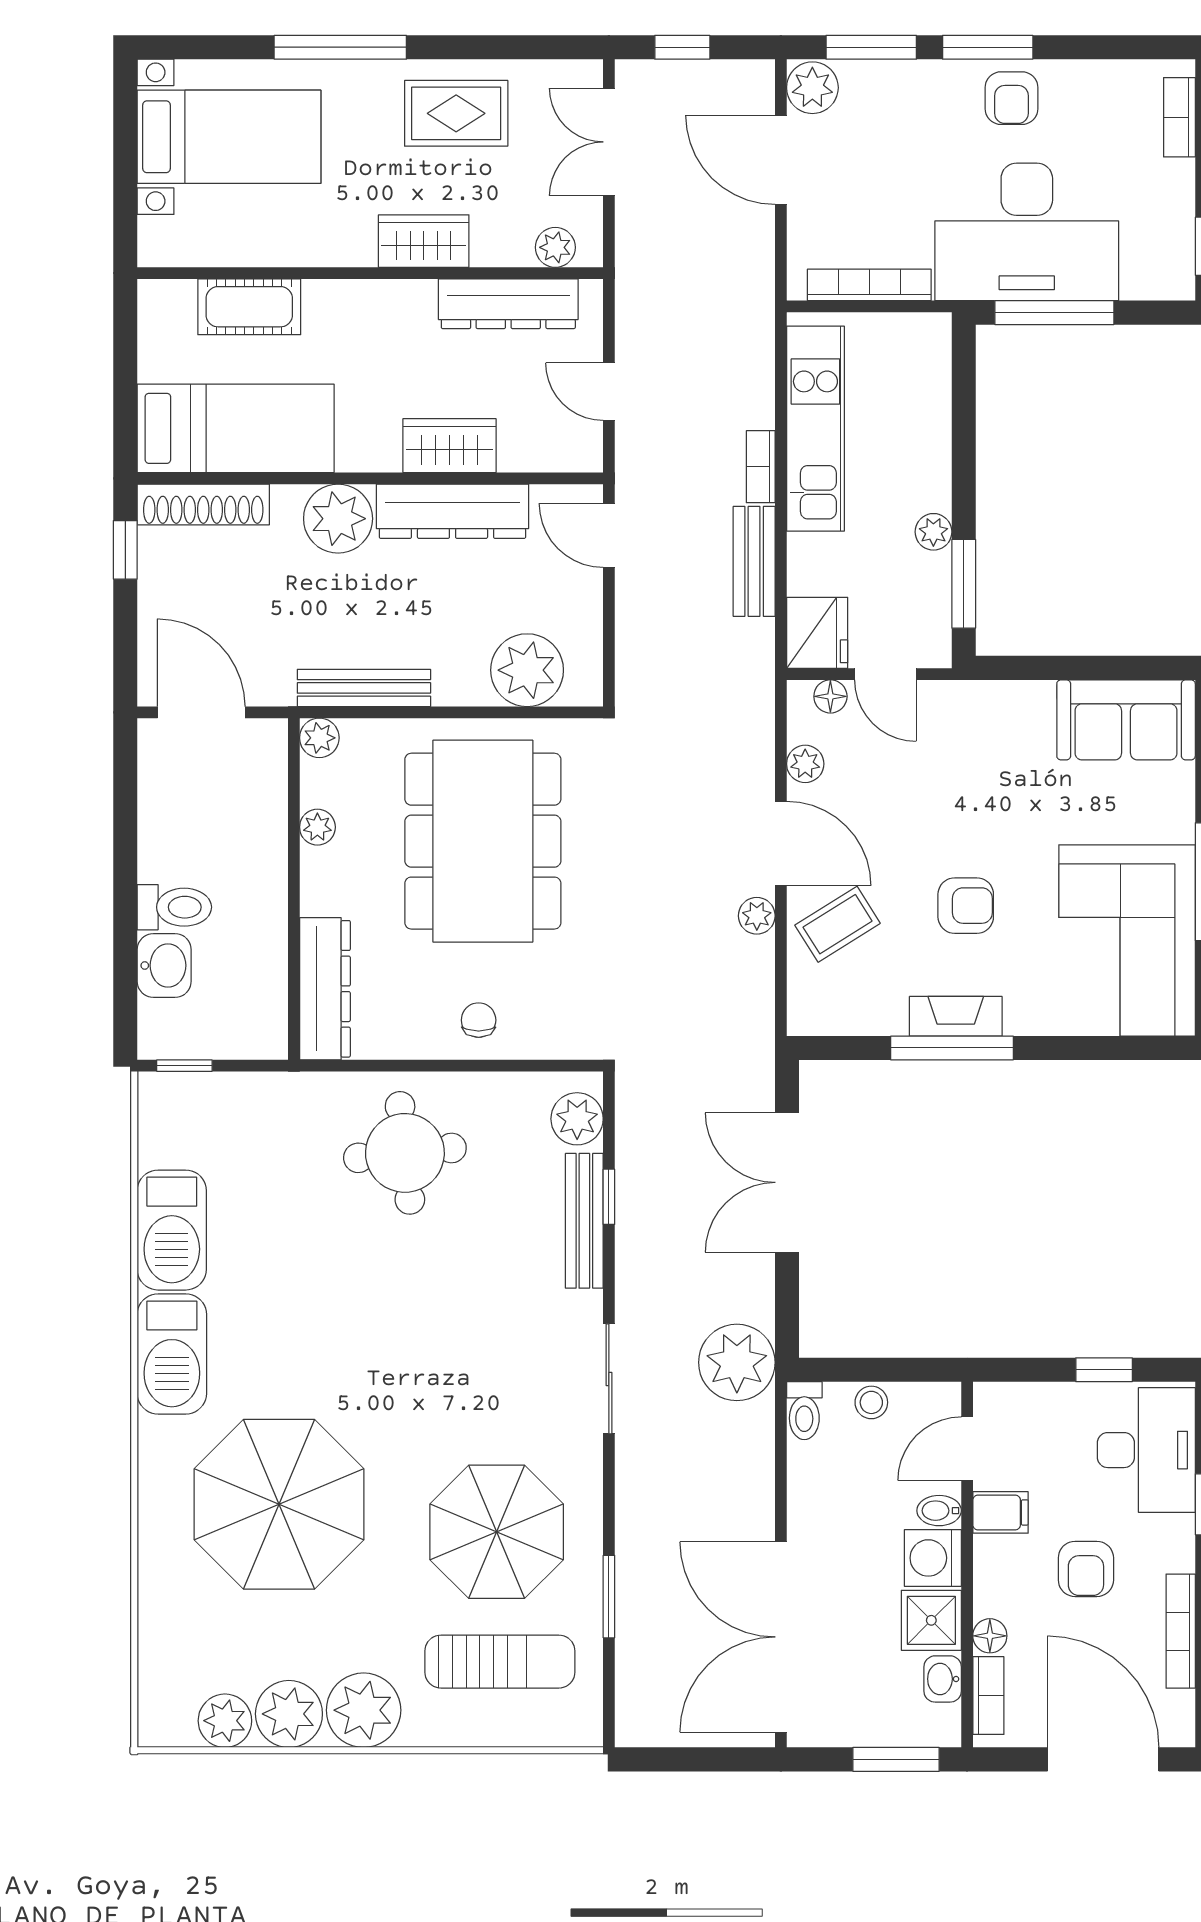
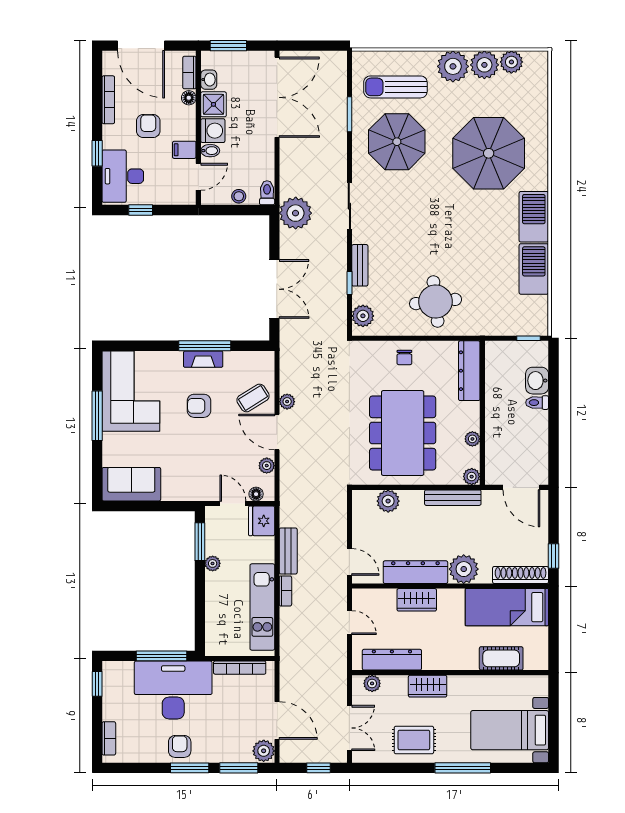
plant: (527, 670) -> (388, 501), width x0.73, depth x0.73
toilet: (174, 907) -> (537, 403), width x0.73, depth x0.72
bench: (584, 1221) -> (360, 265), width x0.73

